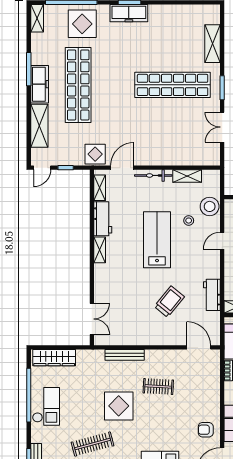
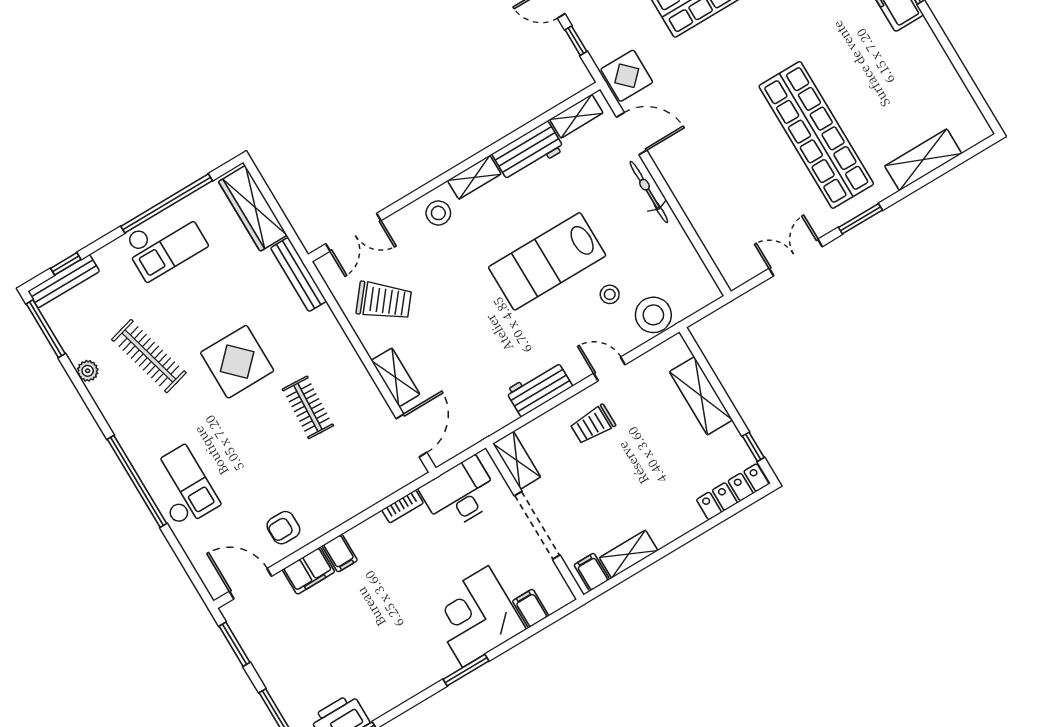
shelving: (187, 176) -> (396, 377), moved
lab bench: (157, 240) -> (547, 261), turned 180
stool: (106, 276) -> (438, 213), added
workbench: (212, 295) -> (539, 388), moved
trolley: (169, 302) -> (384, 301), moved
bench: (125, 355) -> (299, 275), moved
armchair: (206, 430) -> (283, 528), turned -90

